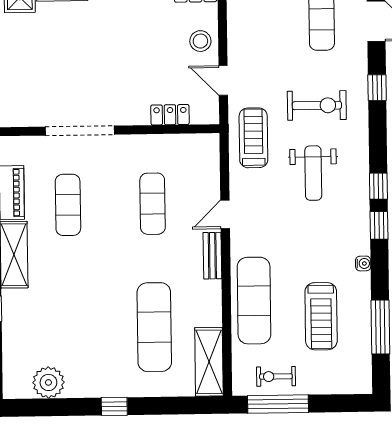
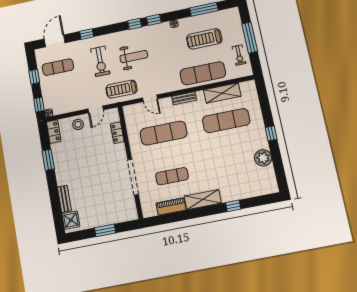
exercise bike: (317, 105) -> (100, 61), turned 180
exercise mat: (153, 204) -> (163, 133), width x1.36, depth x1.45
door: (225, 214) -> (150, 98), moved
treadmill: (321, 316) -> (204, 39), turned 180
shelving: (209, 362) -> (222, 93), moved
plant: (48, 382) -> (263, 158), moved
window: (278, 404) -> (250, 38), moved

